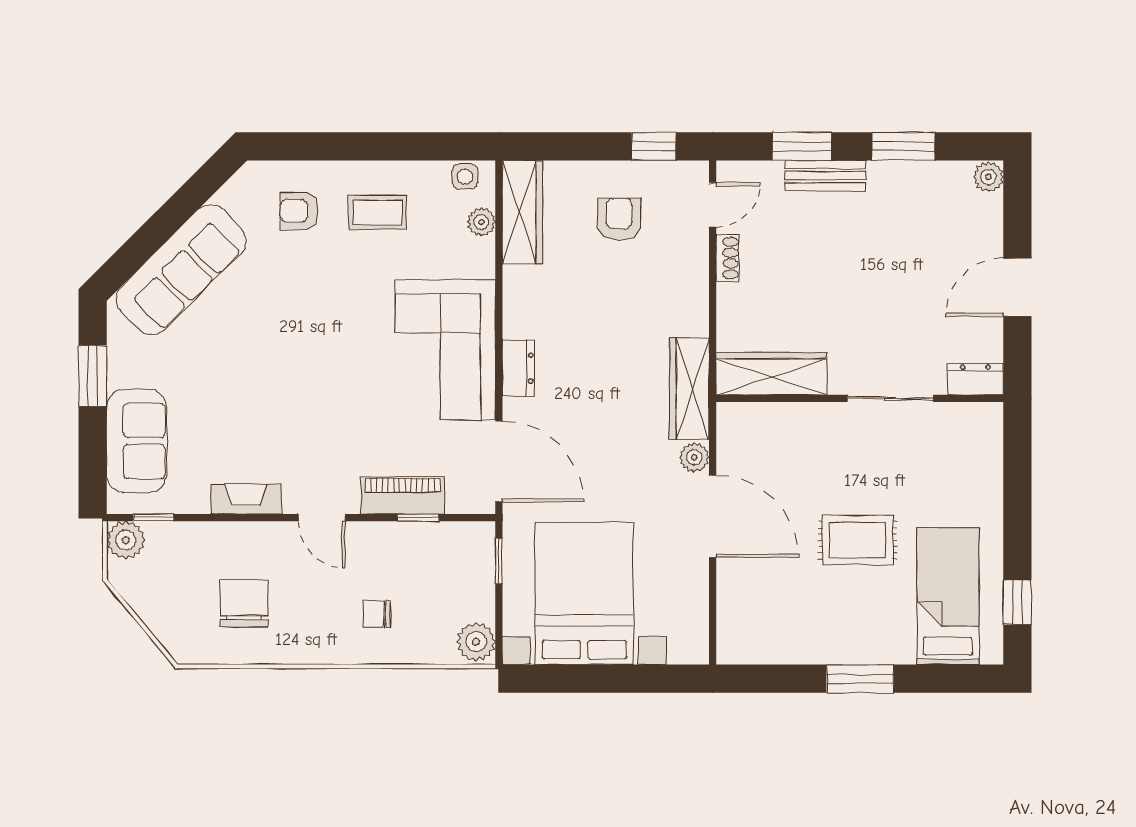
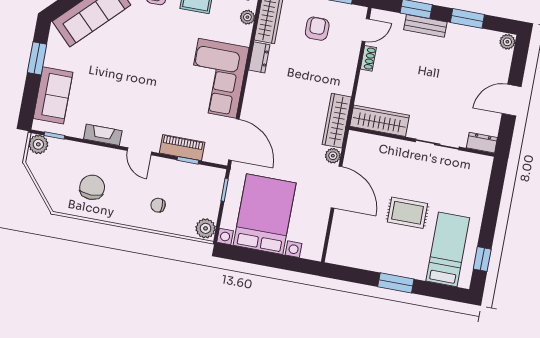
dresser: (518, 368) -> (259, 57), moved

